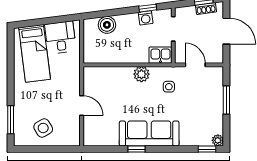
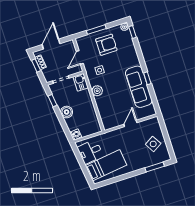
washing machine: (146, 18) -> (76, 135), moved
boiler: (107, 25) -> (67, 112), moved
armchair: (201, 107) -> (106, 45), added
sofa: (149, 133) -> (139, 87), moved

